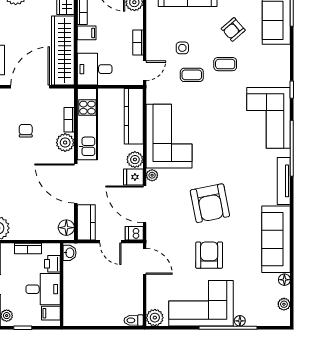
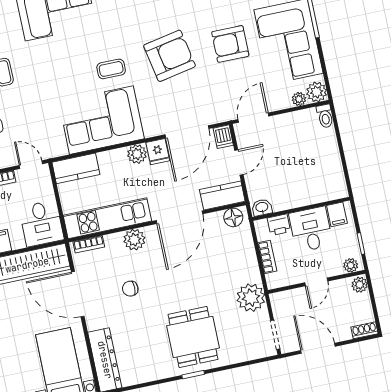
coffee table: (192, 75) -> (111, 69), moved, turned 90
kitchen counter: (134, 116) -> (76, 168), width x0.67
bookcase: (69, 120) -> (89, 244), moved
plant: (152, 175) -> (299, 99), moved

